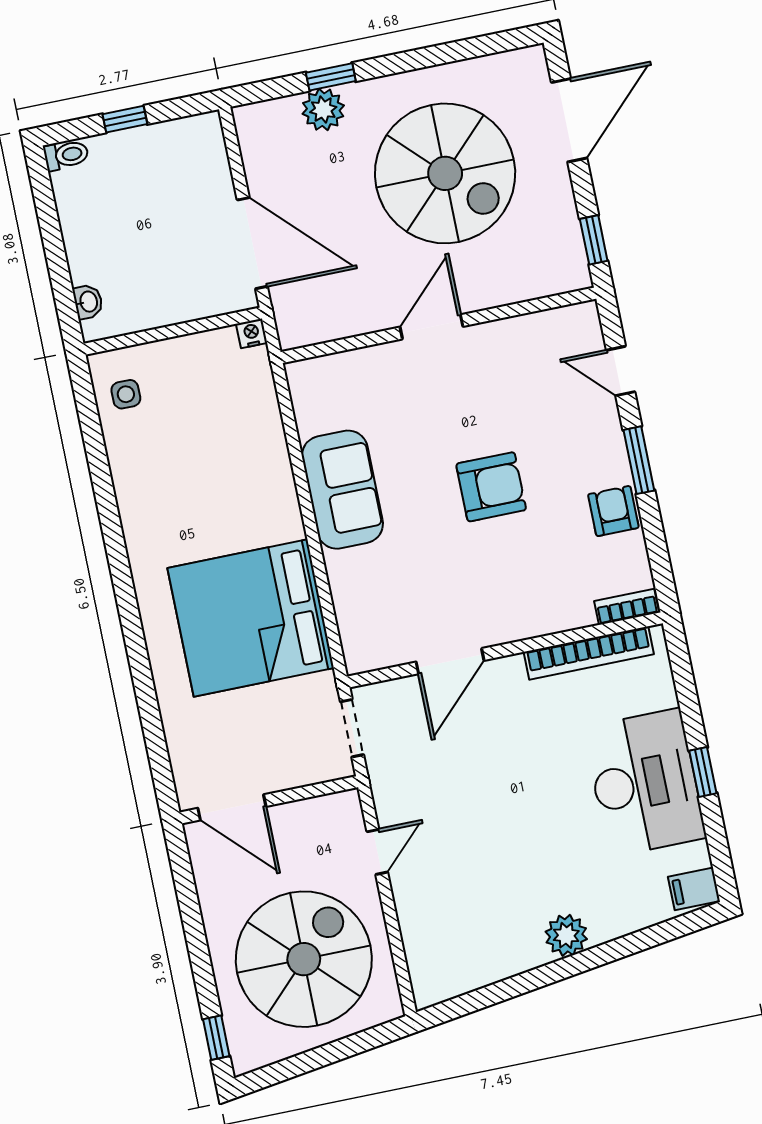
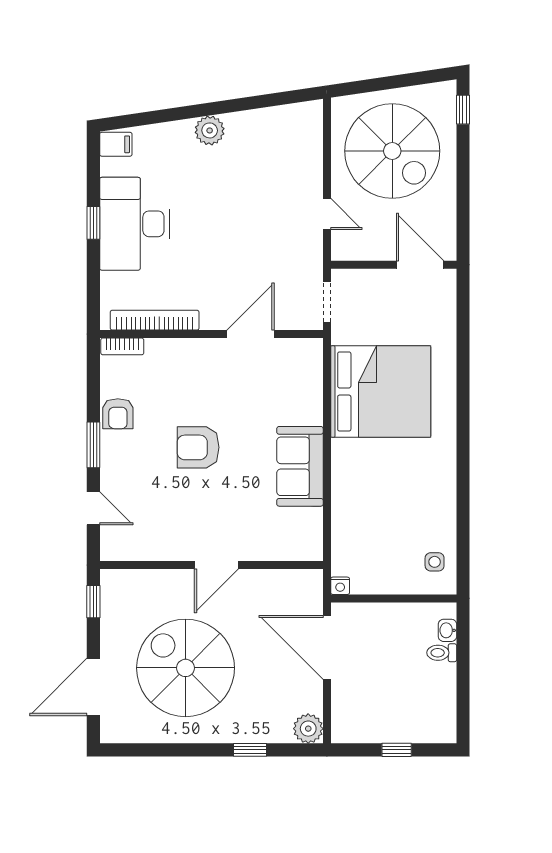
plant: (323, 110) -> (308, 729), moved
toilet: (66, 155) -> (442, 653), moved
door: (377, 852) -> (327, 214), swing flipped
spiral stairs: (304, 959) -> (392, 151), turned -90

